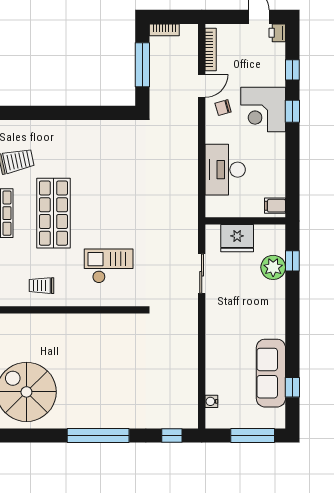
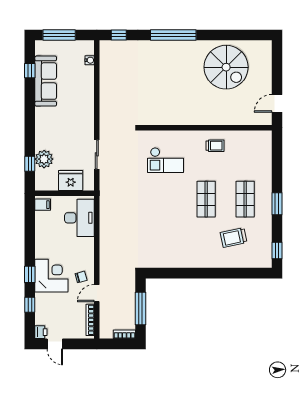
desk: (225, 170) -> (79, 218), moved
shop shelf: (53, 213) -> (206, 199), width x0.70, depth x0.74

